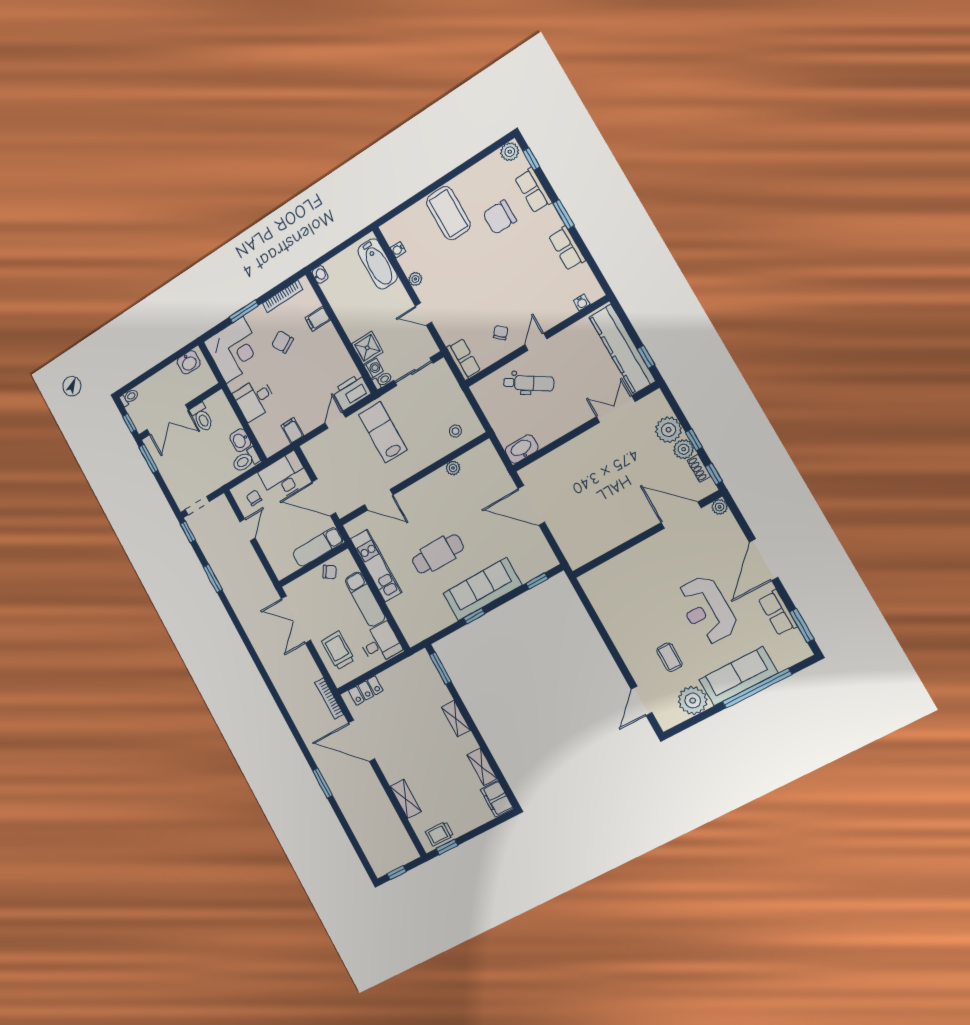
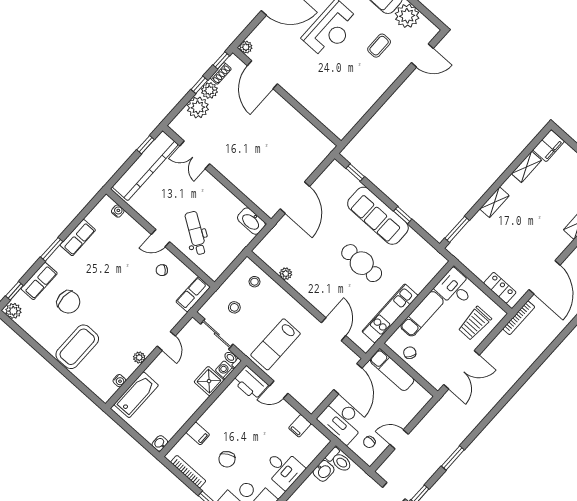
stool: (435, 400) -> (234, 307), added

